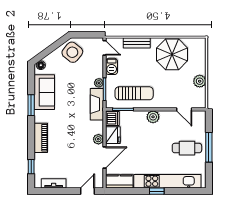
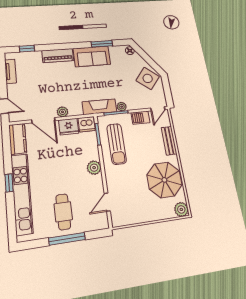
plant: (200, 81) -> (181, 209), moved
sofa: (44, 92) -> (92, 56), moved
window: (31, 105) -> (102, 44), moved

